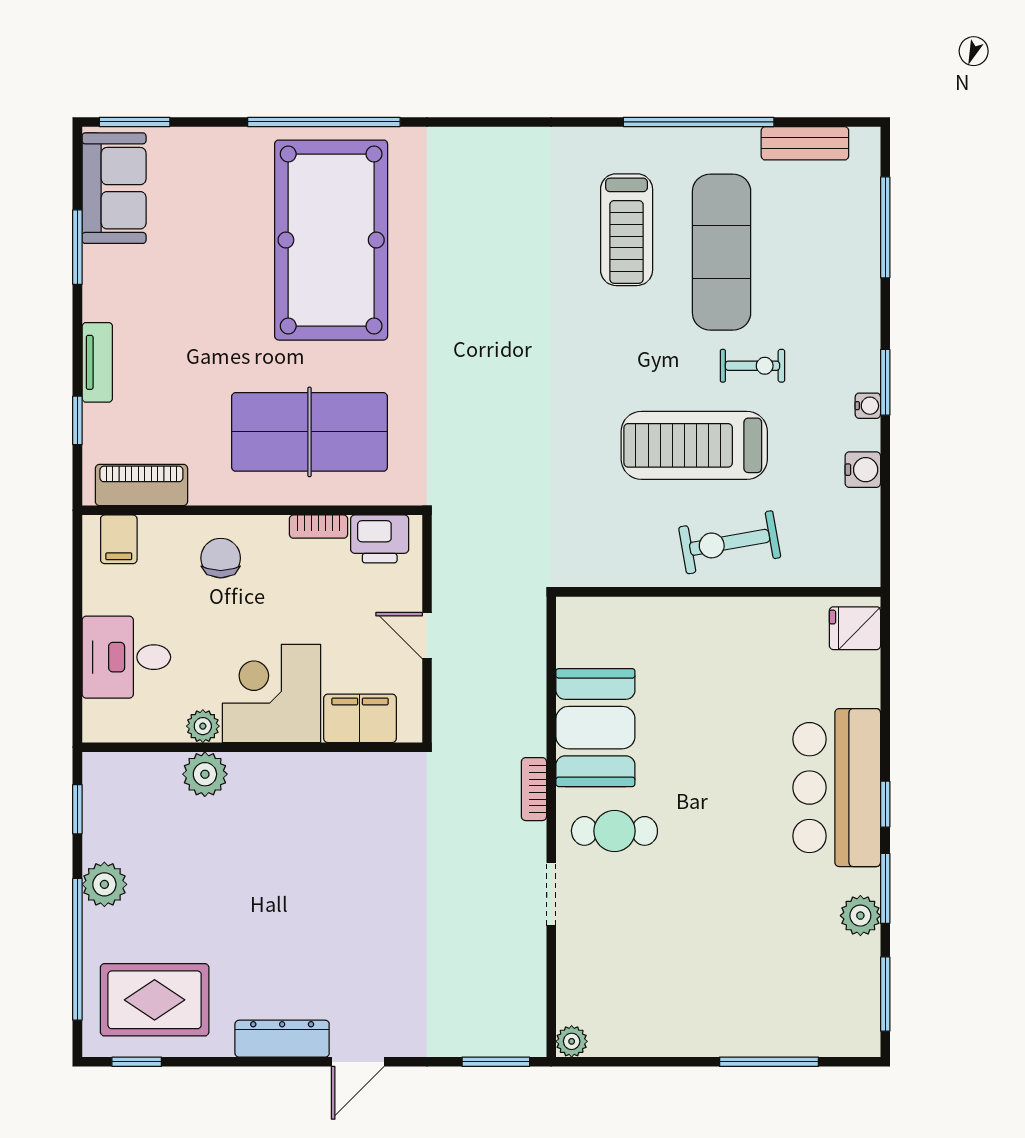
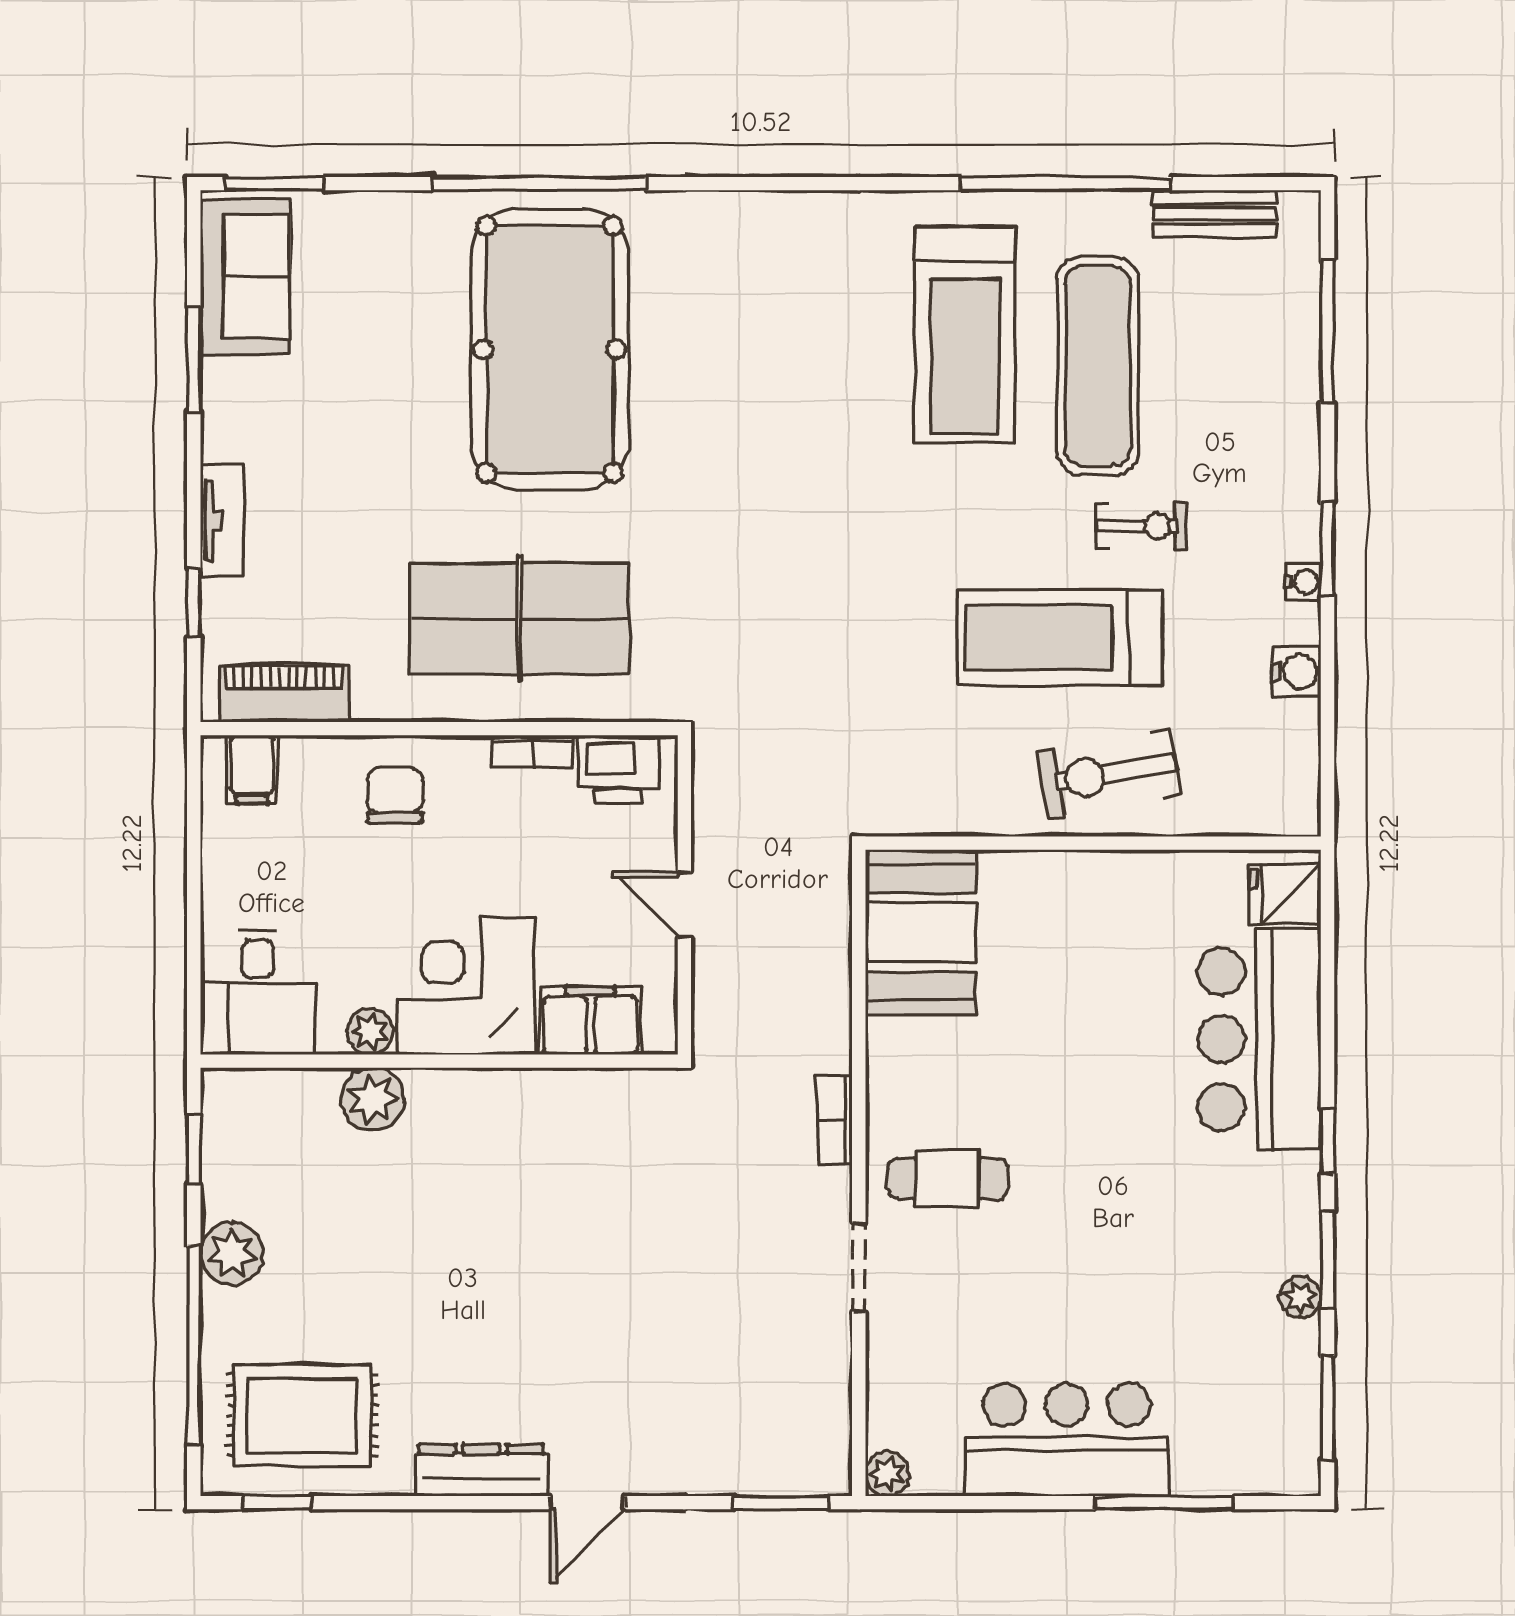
treadmill: (627, 230) -> (964, 335), width x1.37, depth x1.38
desk: (126, 657) -> (258, 993), moved, turned -90
booth: (595, 728) -> (921, 932), moved
bar counter: (837, 788) -> (1259, 1039), moved
plant: (860, 916) -> (1300, 1297), width x0.73, depth x0.73
bar counter: (700, 1017) -> (1067, 1440), added

